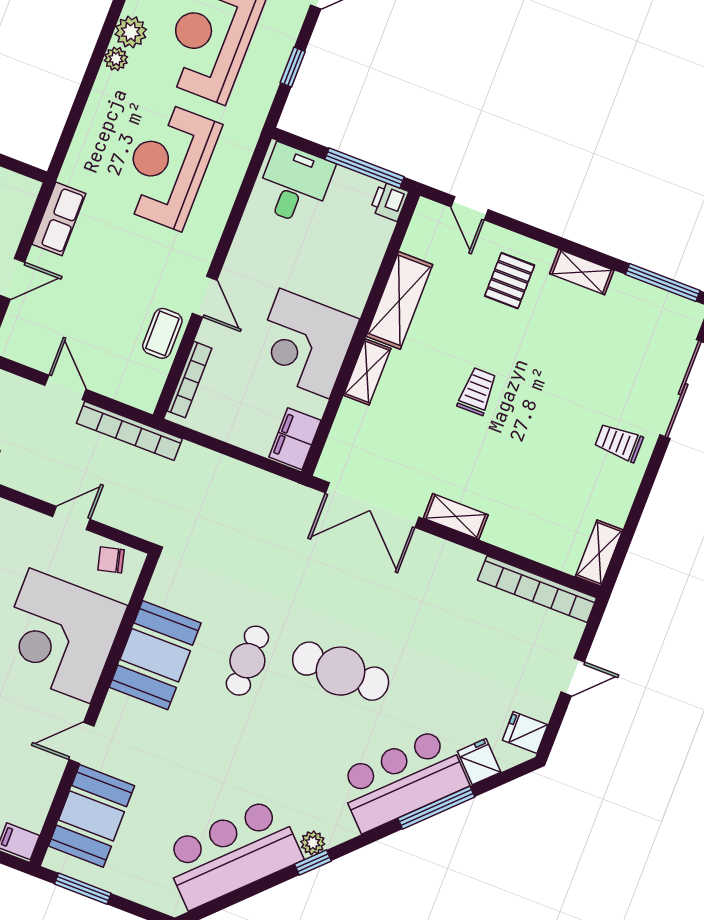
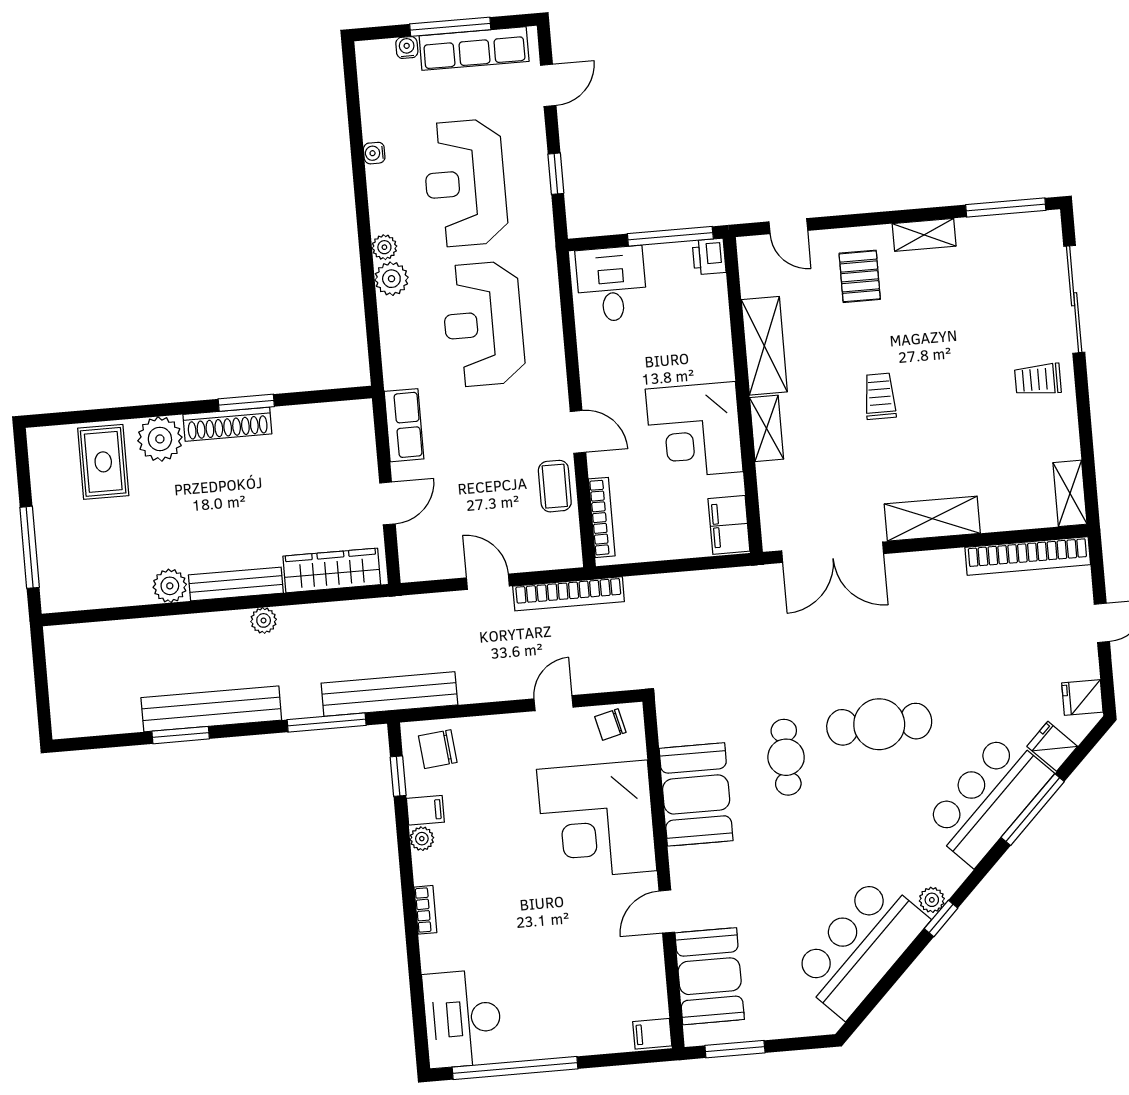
plant: (131, 32) -> (391, 279), moved
shelving: (456, 516) -> (932, 519), width x1.50, depth x1.33

